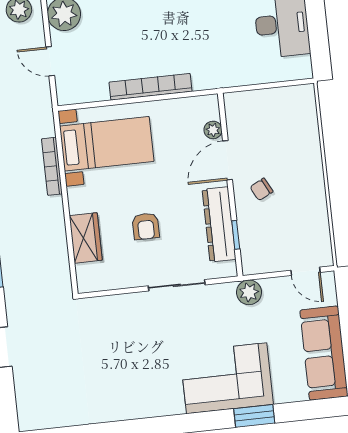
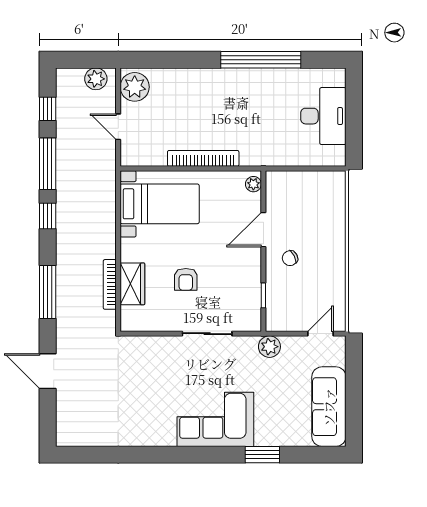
plant: (213, 130) -> (253, 184), moved
bookcase: (52, 166) -> (110, 284), moved
dresser: (219, 224) -> (250, 285), removed
door: (305, 271) -> (321, 334), swing flipped
corner sofa: (227, 378) -> (215, 419), moved

